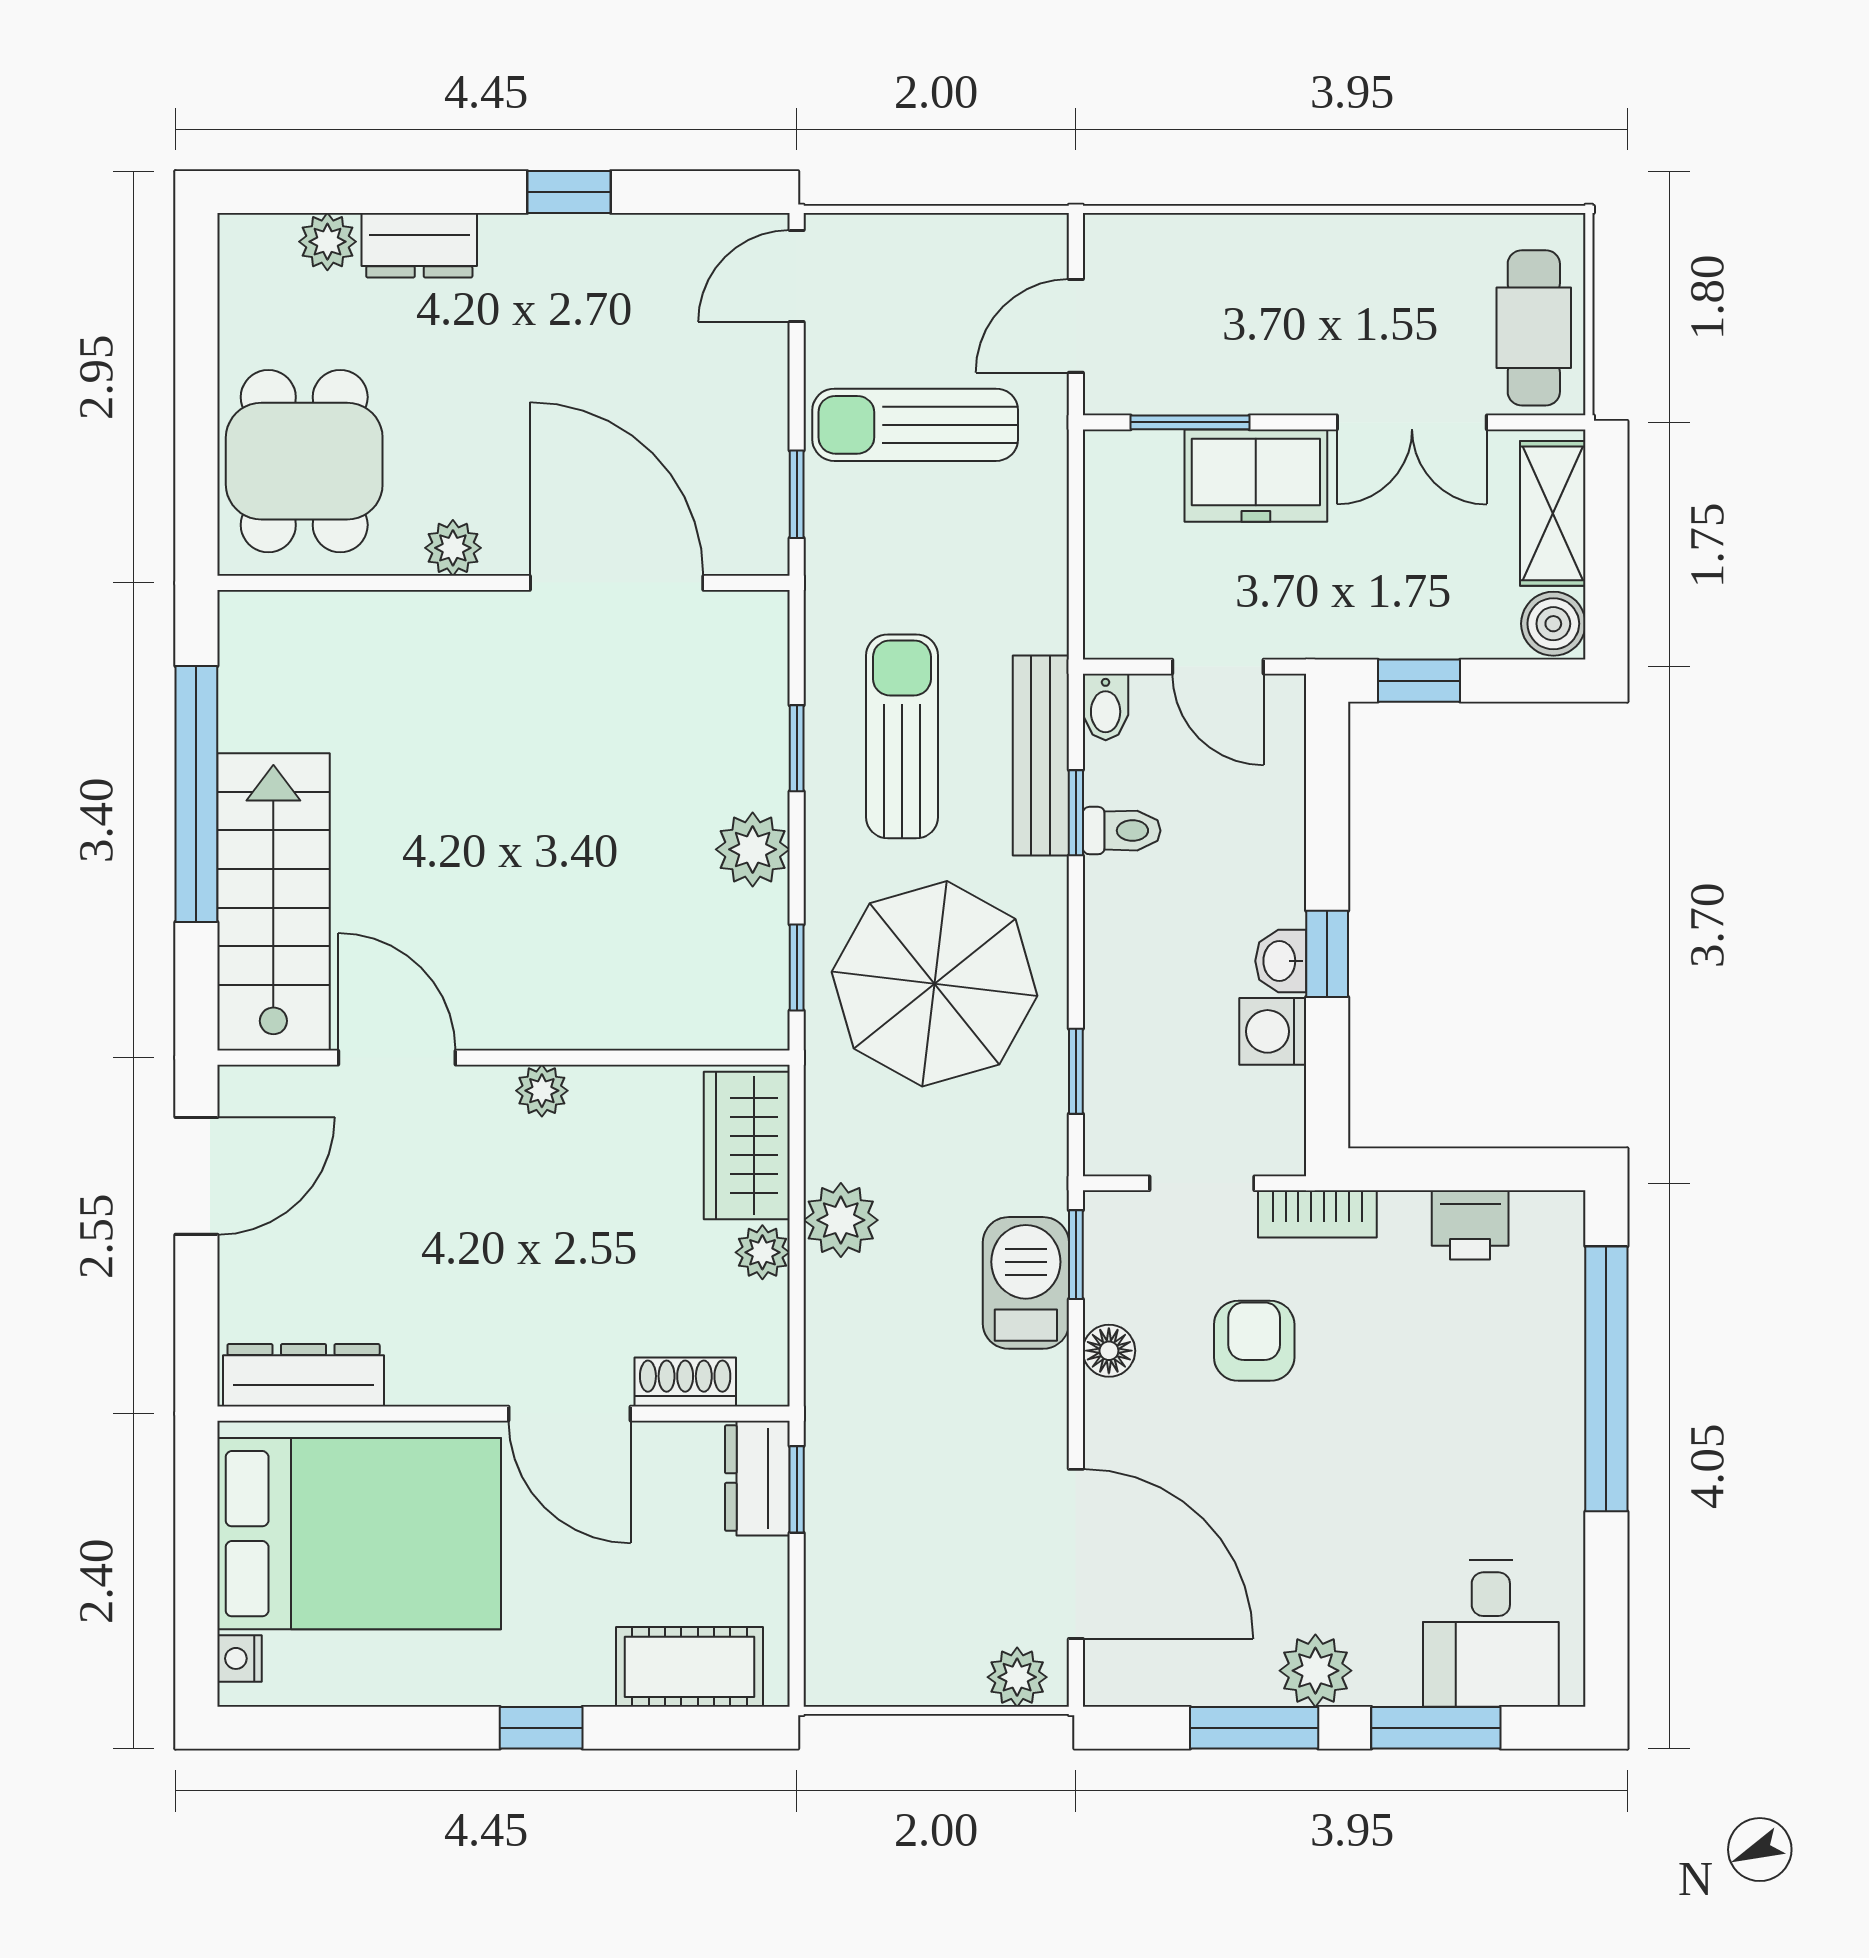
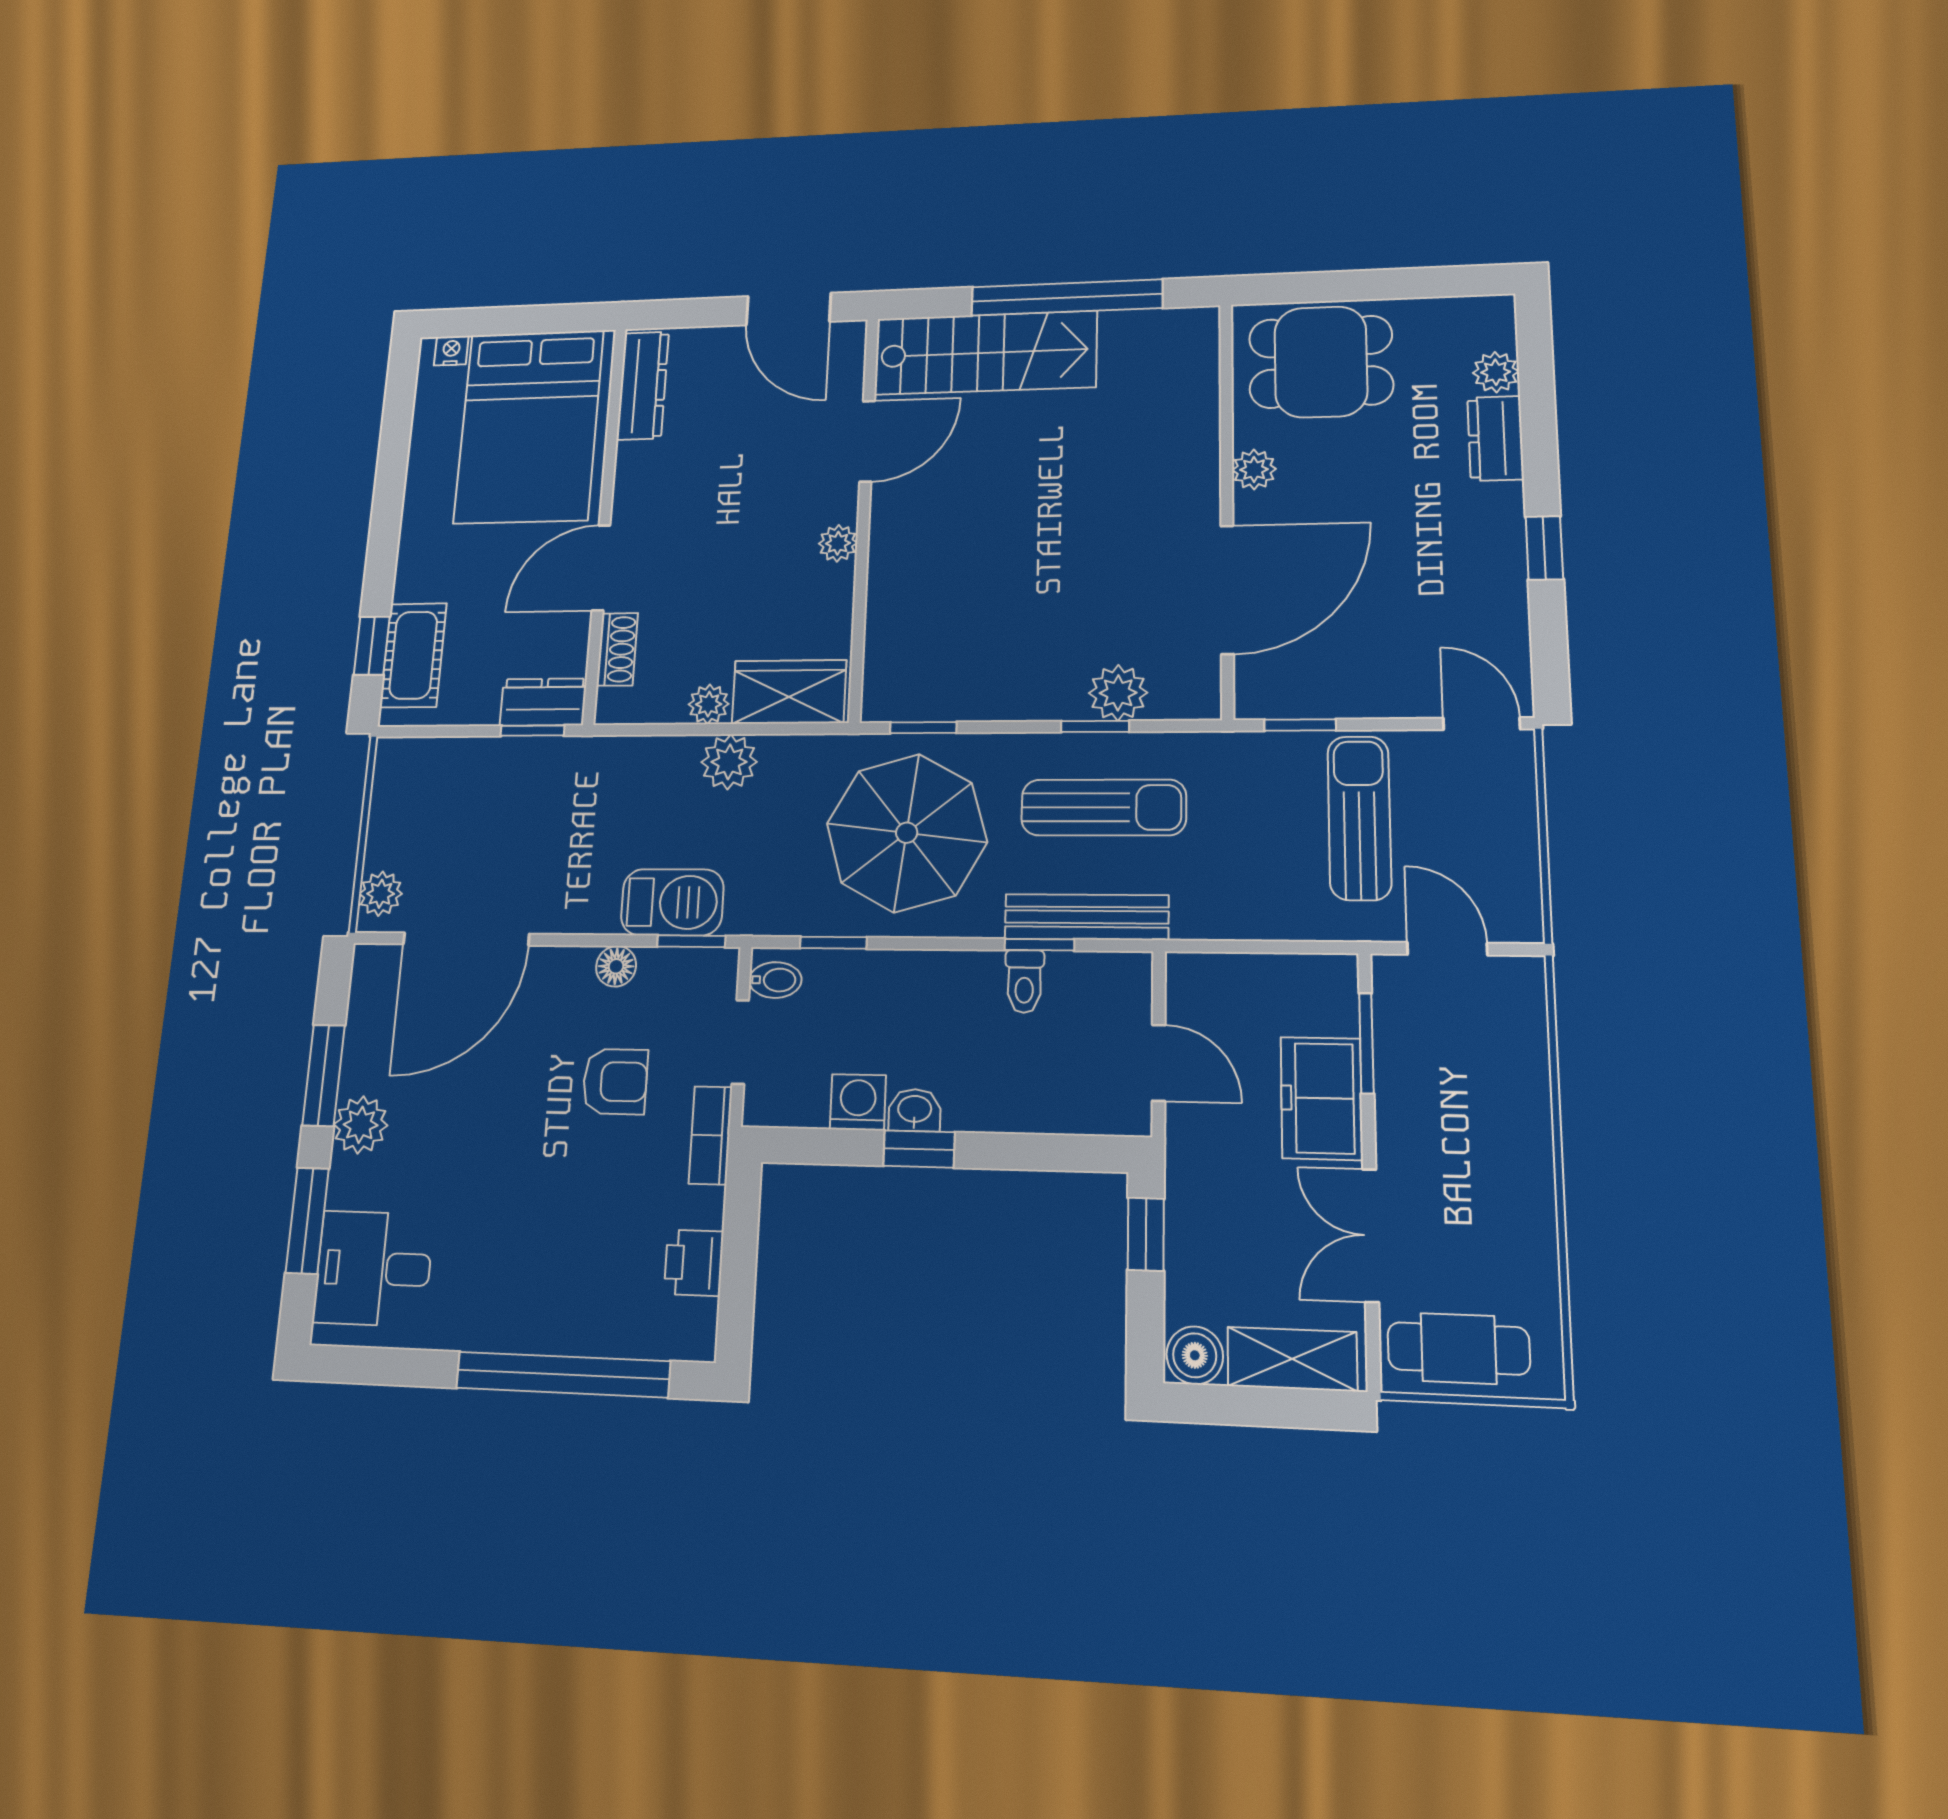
door: (1218, 667) -> (1159, 1063), swing flipped
bidet: (1106, 707) -> (775, 980), moved, turned 180
plant: (753, 849) -> (1118, 693), moved
window: (541, 1728) -> (372, 646), moved

